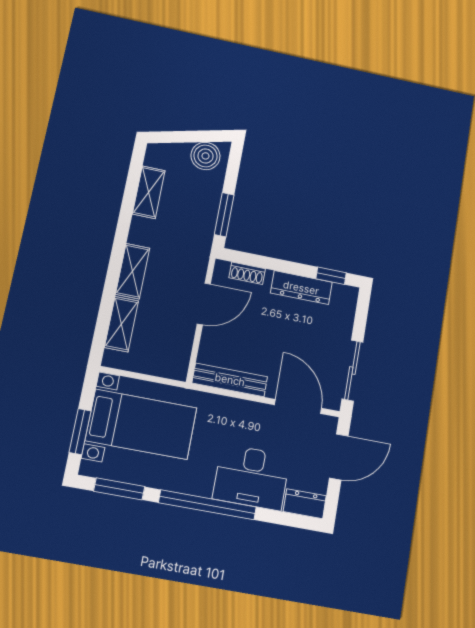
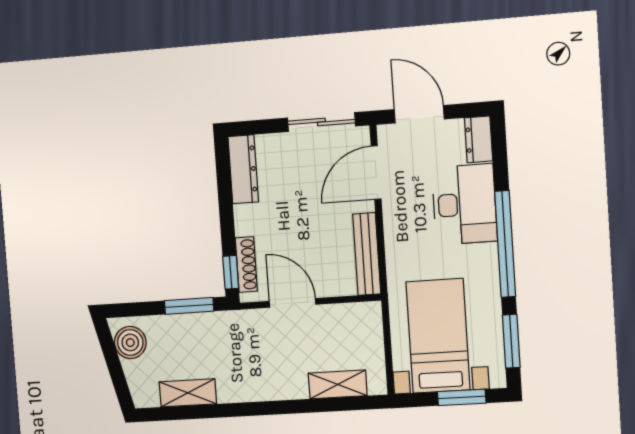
shelving: (133, 271) -> (278, 387), removed
shoe rack: (247, 273) -> (246, 264), width x1.43
window: (331, 276) -> (231, 272), moved
dresser: (301, 288) -> (243, 169), moved

